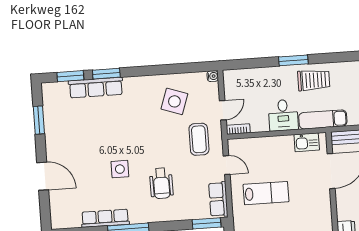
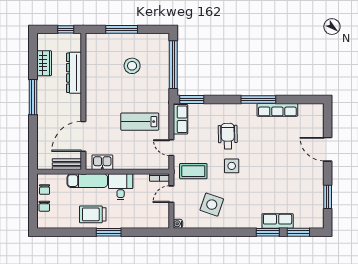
row of seats: (96, 88) -> (278, 221), width x0.68
coffee table: (199, 139) -> (193, 171), turned 90
side table: (120, 169) -> (232, 166), moved

